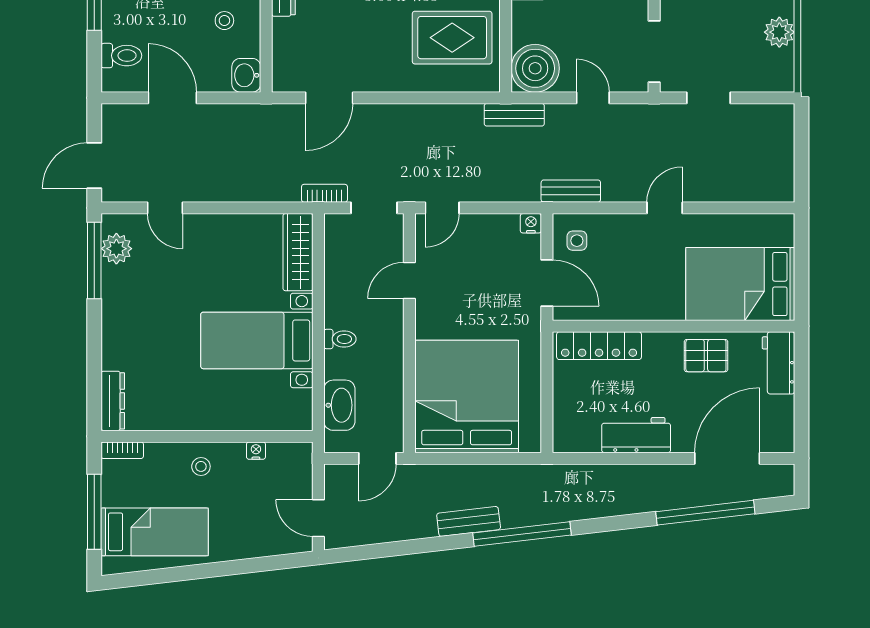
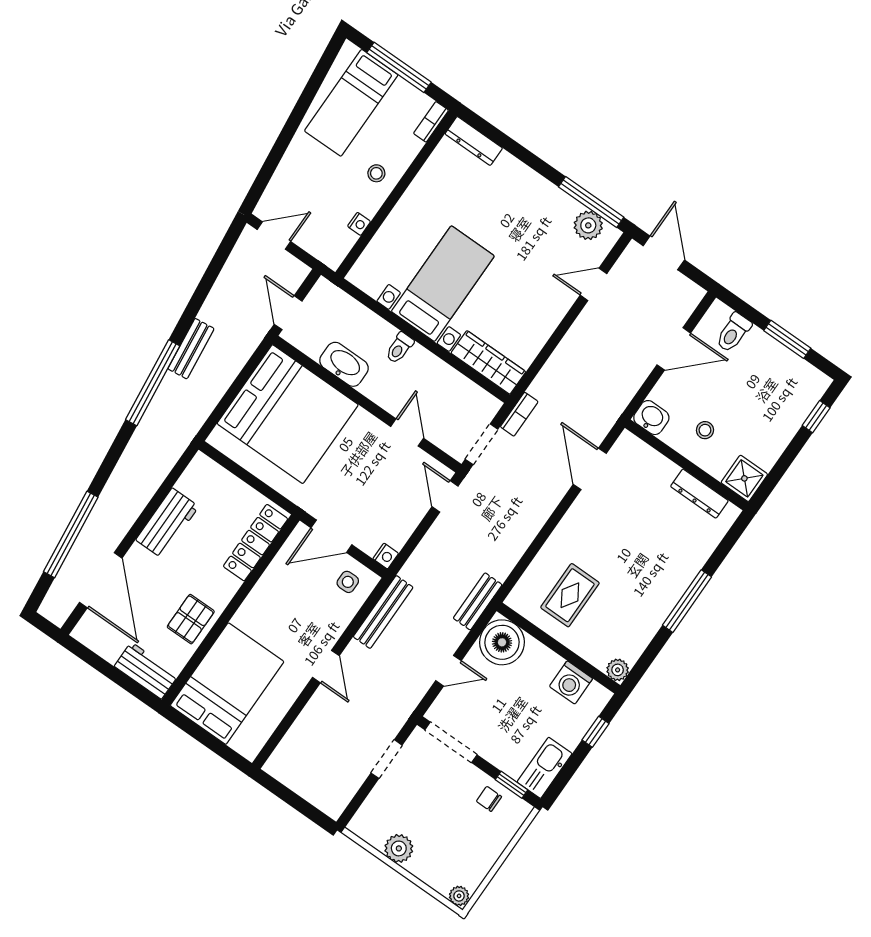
rug: (452, 38) -> (570, 595), width x0.73, depth x0.70
bench: (571, 191) -> (383, 612), width x1.36
washbasin: (339, 405) -> (344, 364), moved, turned 180

